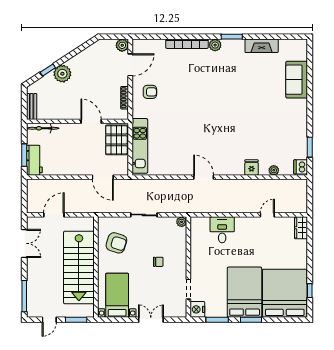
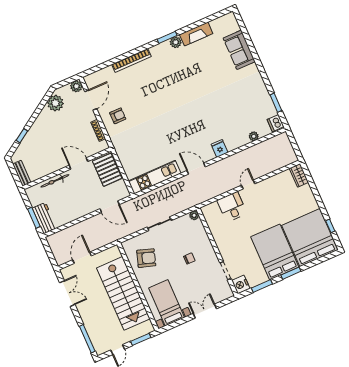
plant: (215, 45) -> (176, 42), moved
plant: (62, 74) -> (55, 103), moved
bicycle: (43, 128) -> (55, 181), moved
kitchen unit: (140, 146) -> (155, 177), moved, turned -90
fridge: (252, 167) -> (220, 148), moved
door: (267, 215) -> (248, 184), moved

